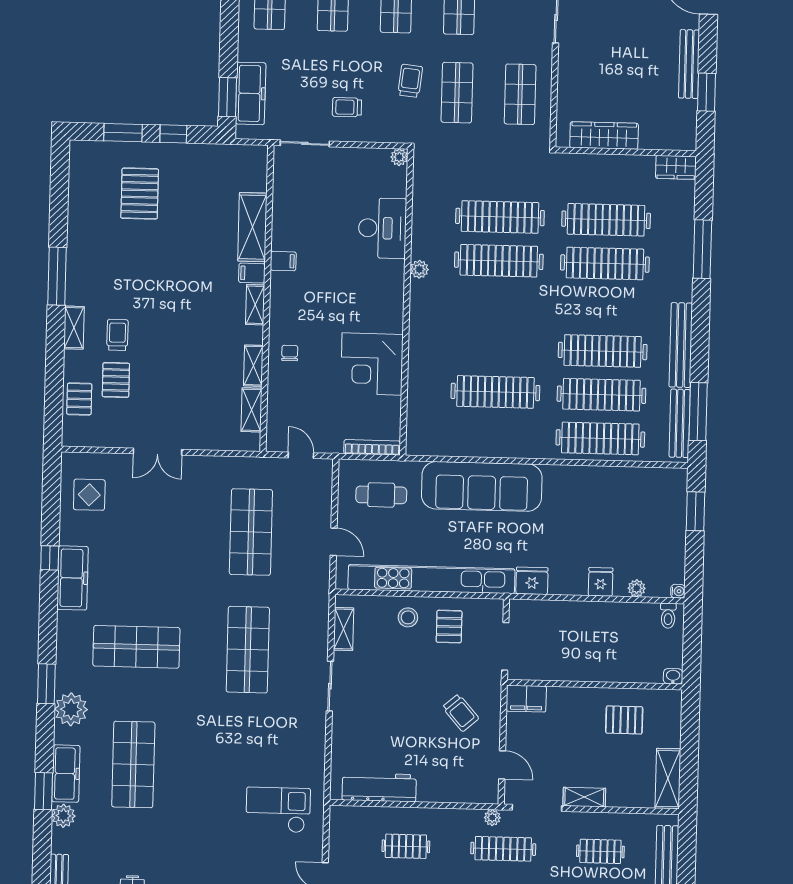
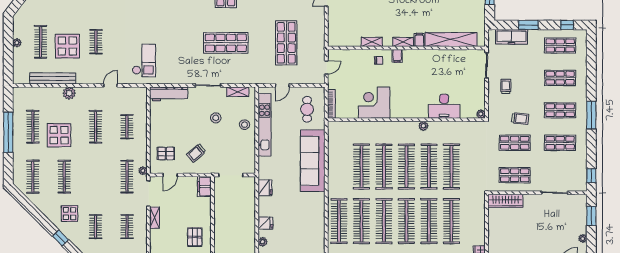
window: (227, 97) -> (528, 25), moved
wardrobe: (604, 136) -> (505, 201), moved, turned 90
shelving: (252, 227) -> (451, 40), width x1.47
filing cabinet: (283, 261) -> (397, 56), moved
clothes rail: (498, 304) -> (406, 167), added
clothes rail: (604, 307) -> (406, 221), added
clothes rail: (497, 348) -> (384, 167), added
shelving: (251, 410) -> (349, 42), removed
shop shelf: (251, 532) -> (286, 43), turned 90
kitchen unit: (431, 579) -> (264, 125), width x0.73
pallet: (449, 627) -> (166, 154), moved
stool: (393, 673) -> (216, 118), added
workbench: (379, 787) -> (169, 94), moved, turned 90

